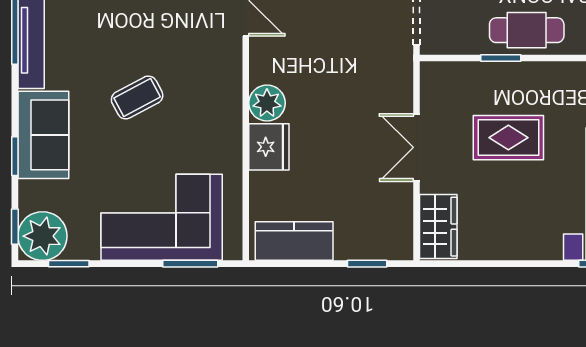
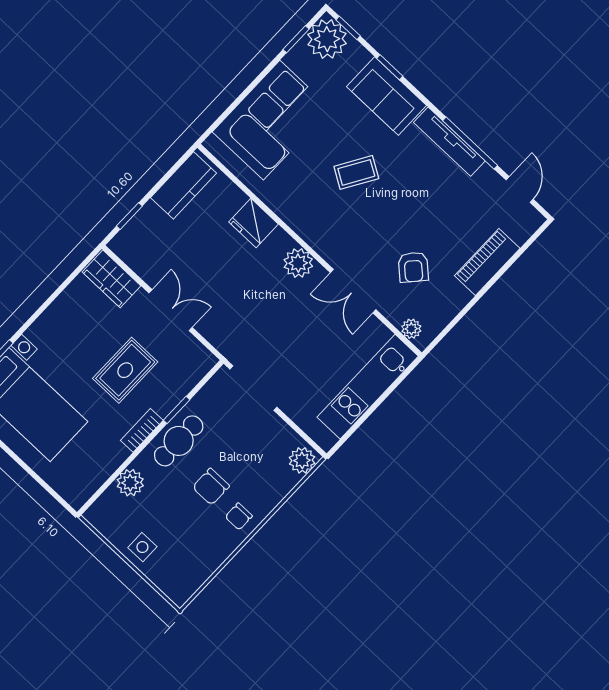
bookcase: (548, 72) -> (142, 430), added
coffee table: (137, 97) -> (356, 172), turned 59
plant: (267, 103) -> (298, 263), moved
window: (190, 264) -> (228, 111), removed

